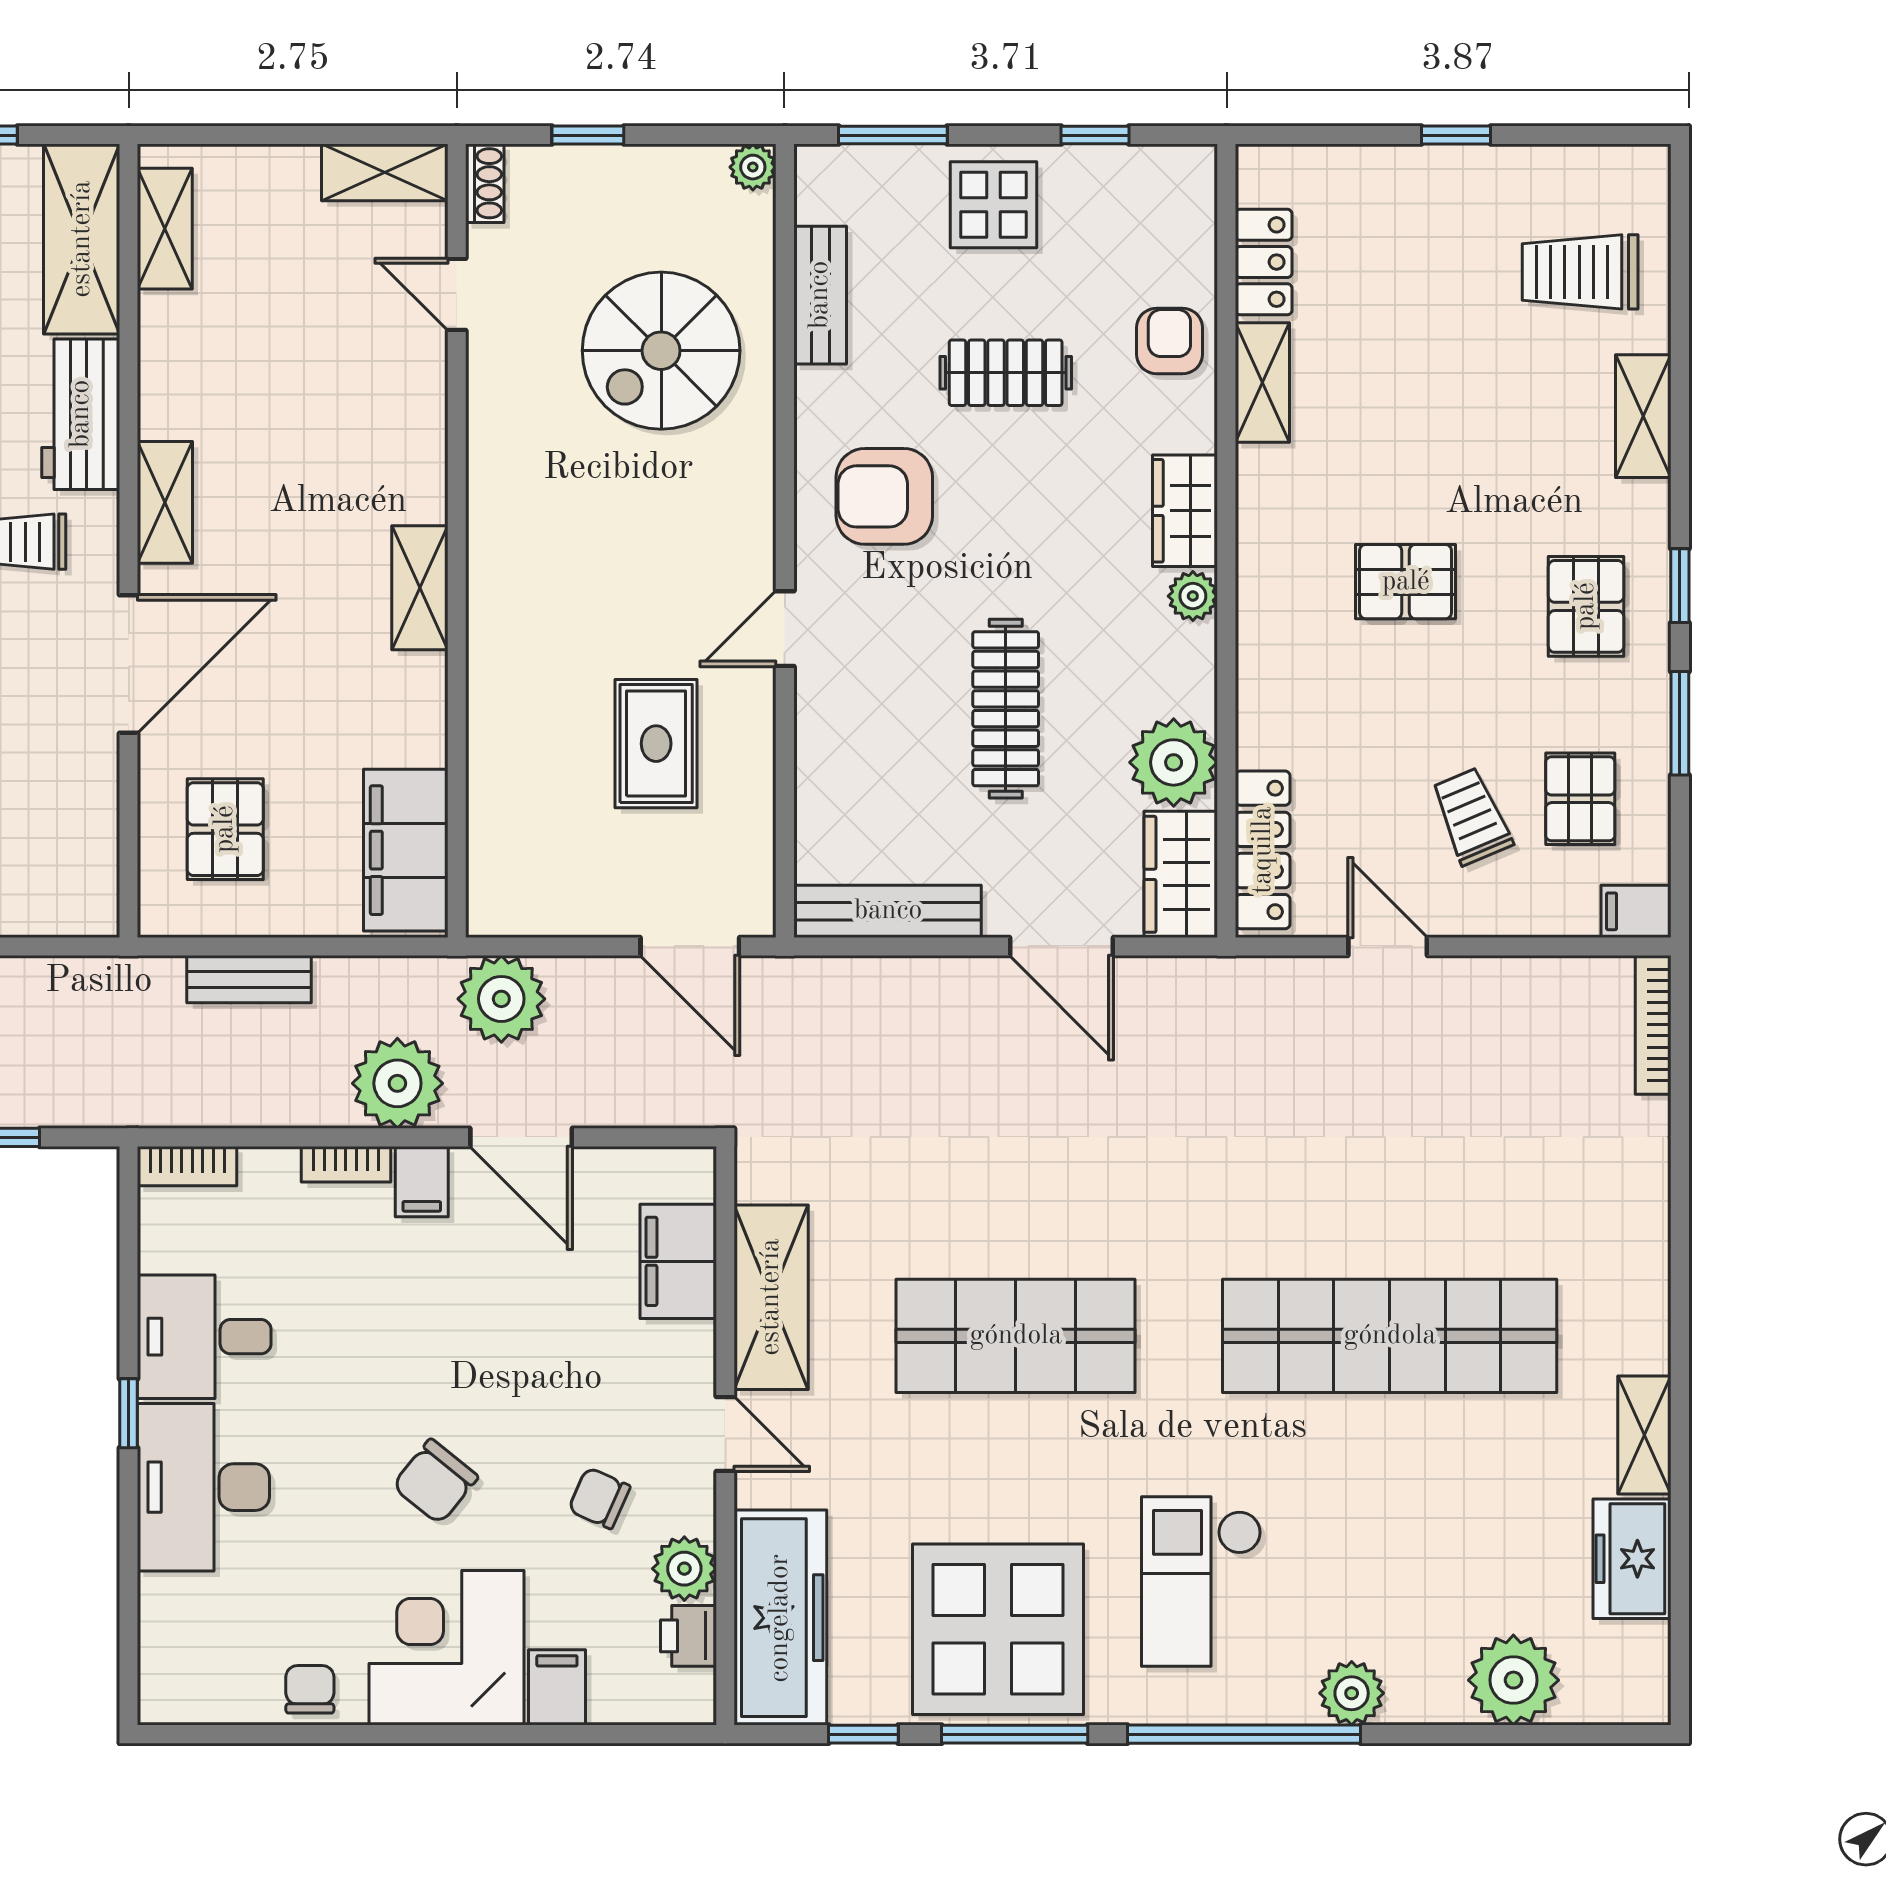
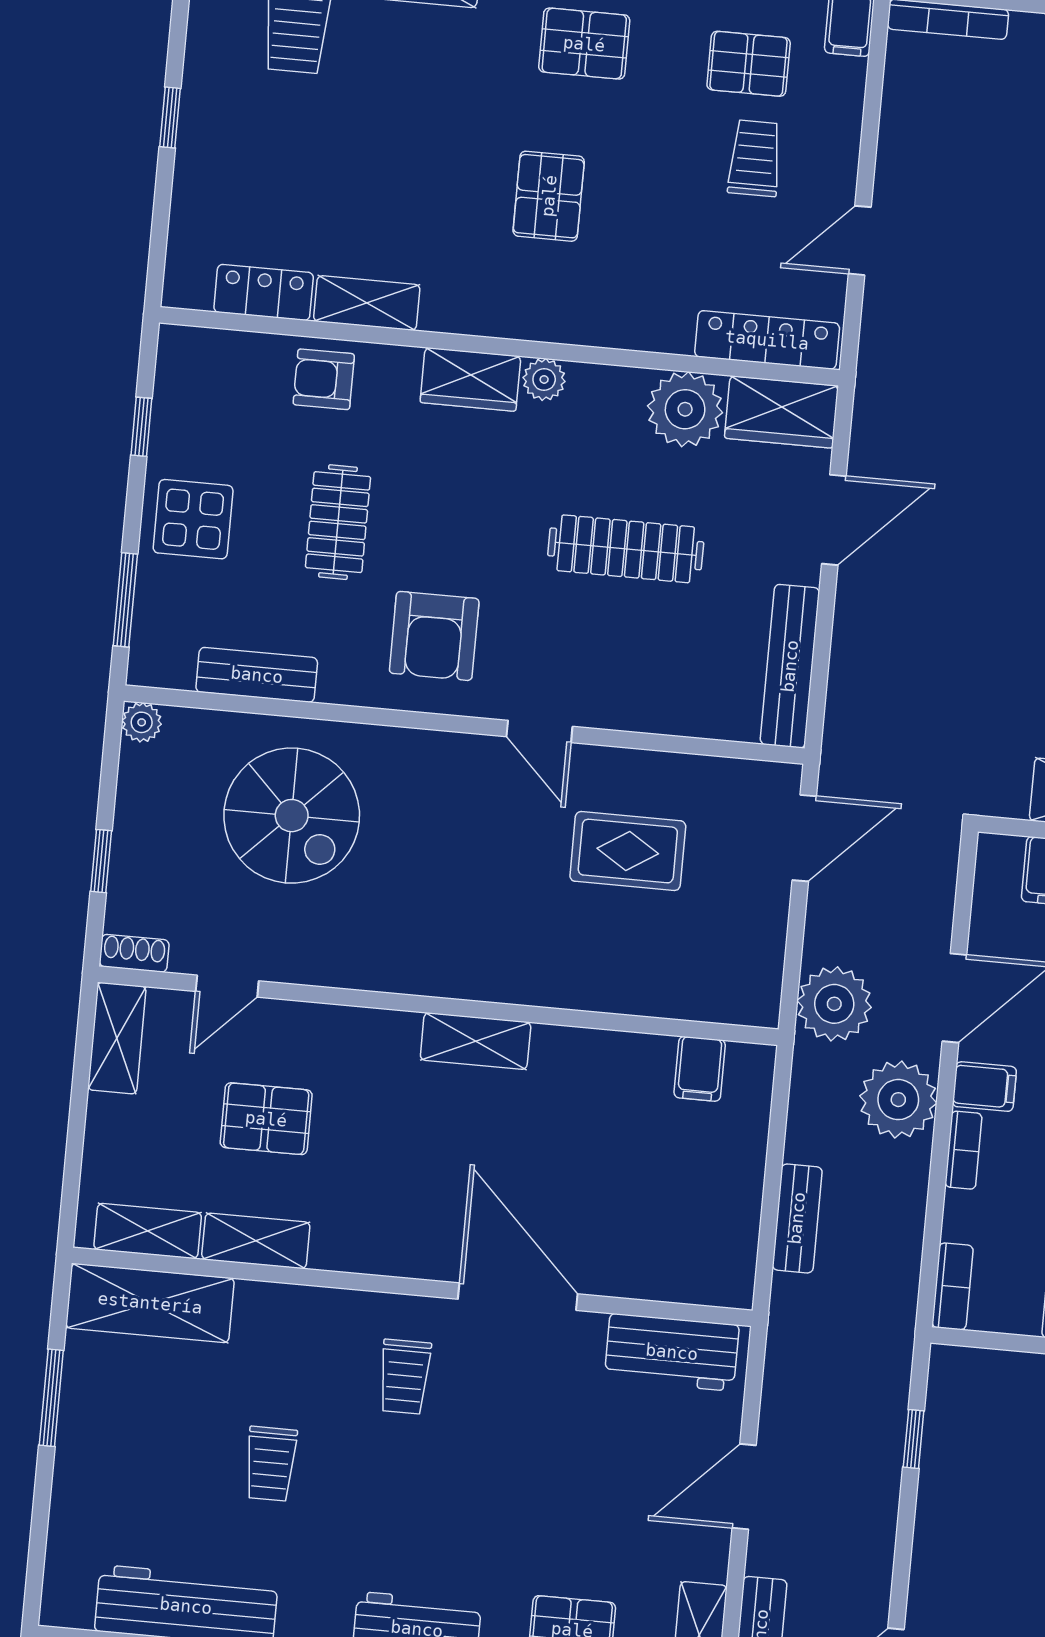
workbench: (81, 414) -> (672, 1352), moved
shelving: (165, 502) -> (256, 1241), moved
trolley: (1472, 816) -> (755, 158), turned 113
pallet: (225, 829) -> (266, 1119), moved
filing cabinet: (406, 850) -> (700, 1069), width x0.33, depth x0.86

